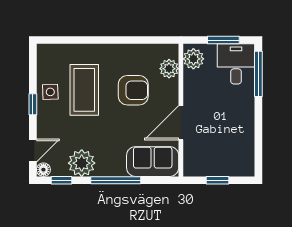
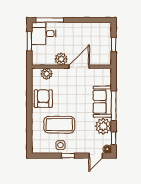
plant: (193, 59) -> (61, 59), moved
armchair: (133, 90) -> (43, 99), moved
door: (181, 123) -> (79, 67), swing flipped
door: (33, 150) -> (96, 156), swing flipped
sofa: (153, 162) -> (102, 102), moved

